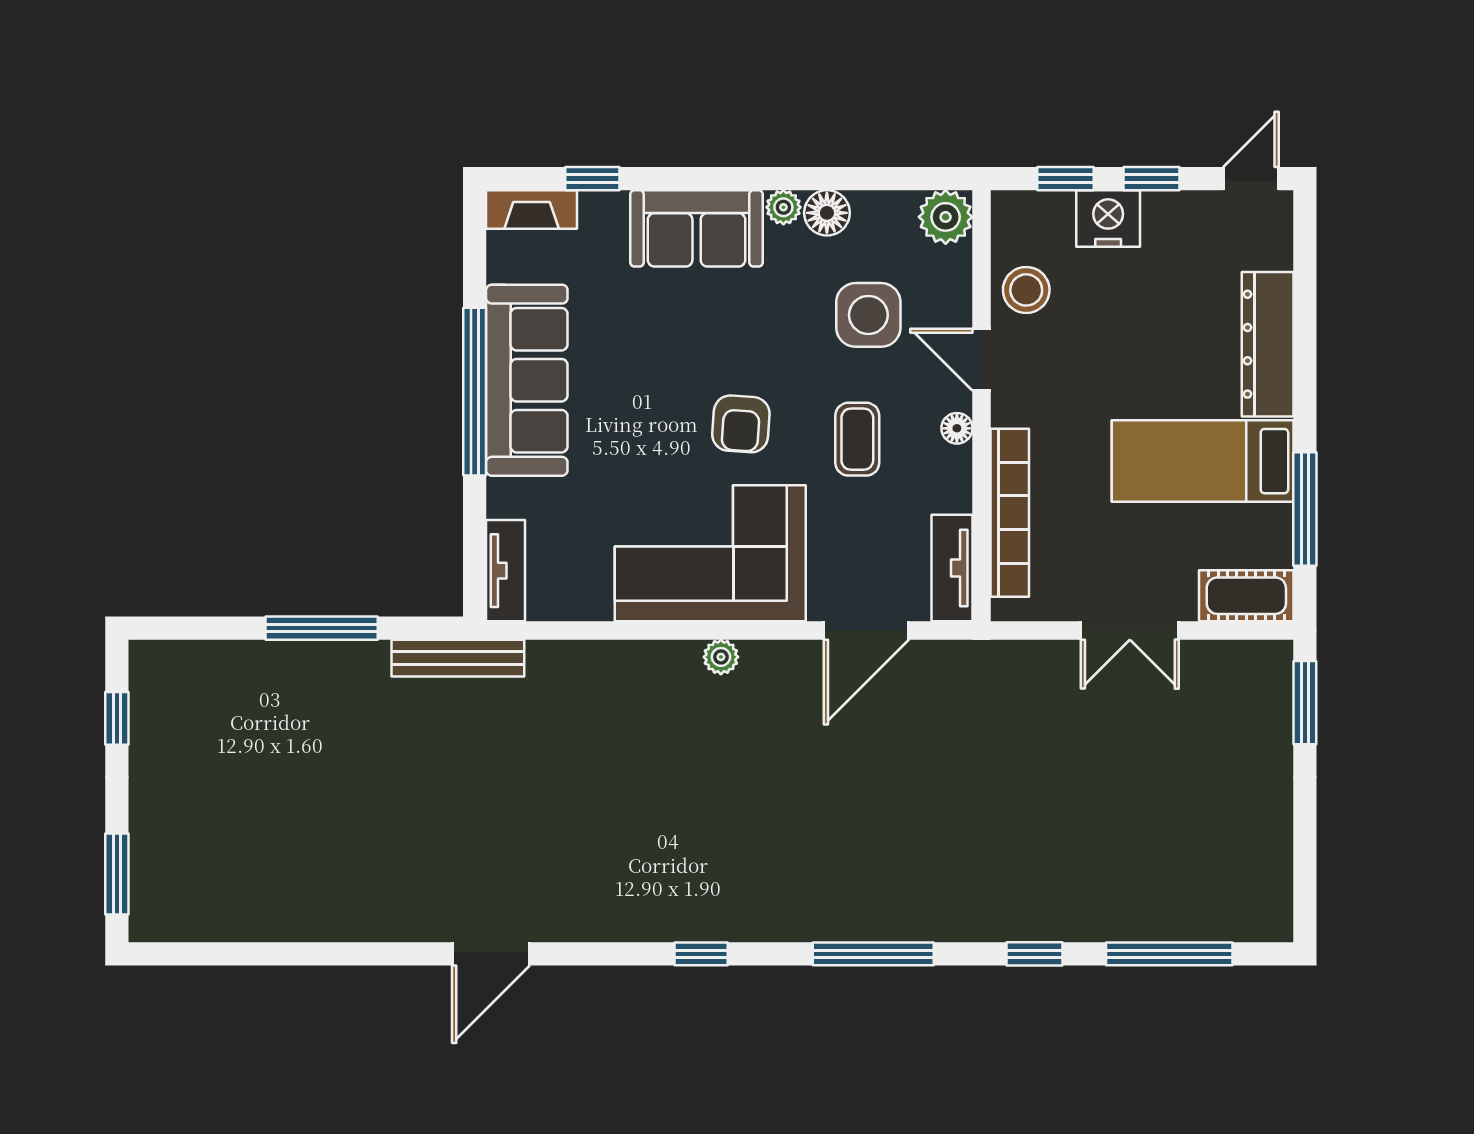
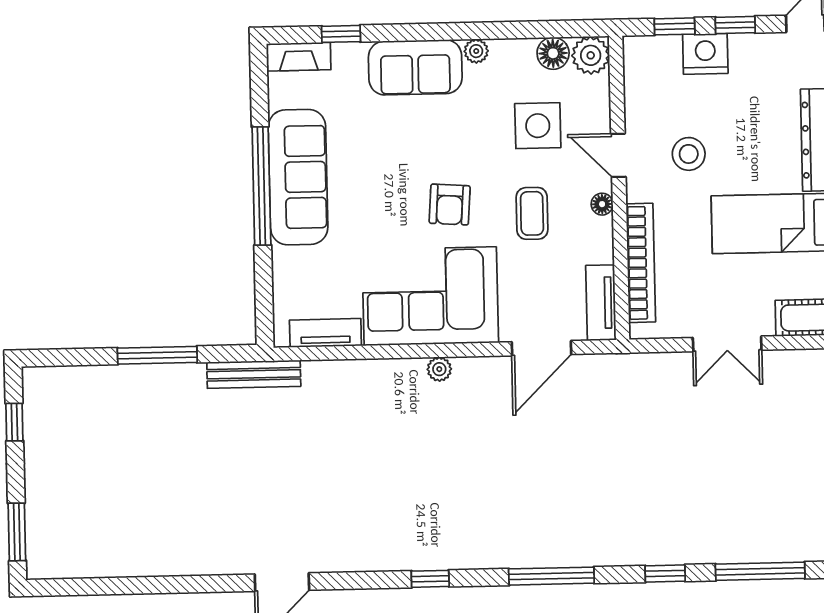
floor lamp: (827, 213) -> (553, 53), moved
stool: (1026, 290) -> (689, 154), moved
tv unit: (506, 571) -> (325, 333), moved, turned -90

